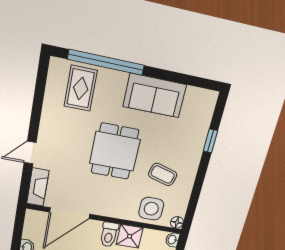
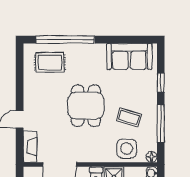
rug: (81, 88) -> (50, 62), turned 90
sofa: (155, 96) -> (129, 56), moved
window: (197, 188) -> (161, 124), added

